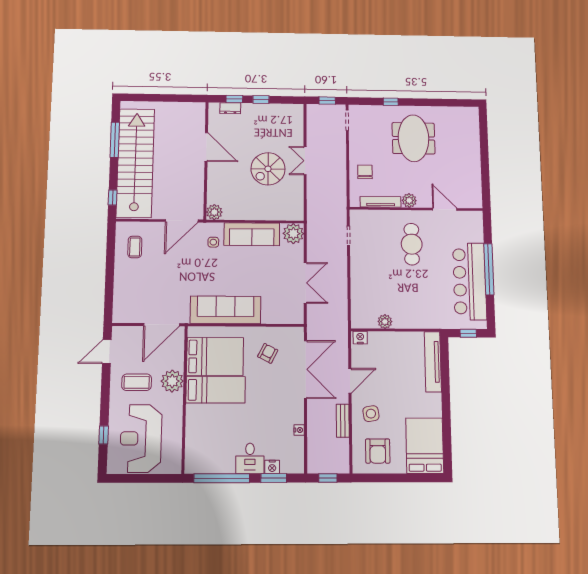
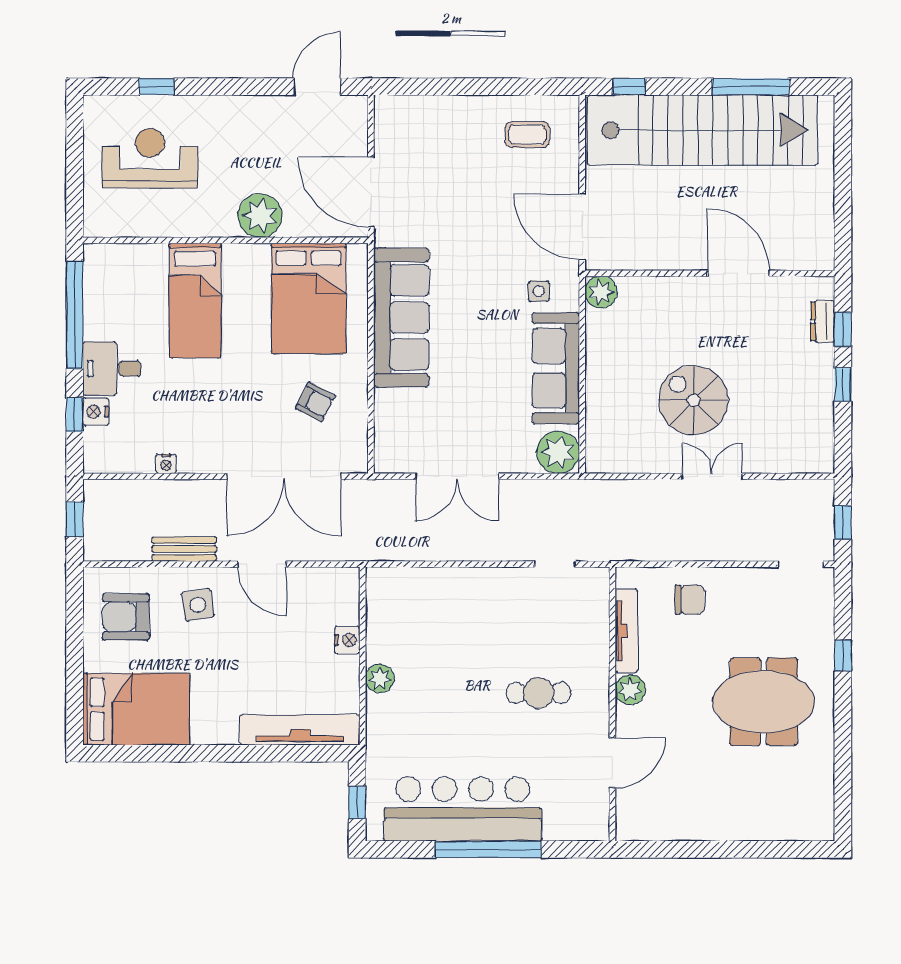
door: (206, 147) -> (738, 273), swing flipped
cafe table: (412, 244) -> (539, 693), width x0.73, depth x0.74
plant: (385, 322) -> (380, 678), moved
nightstand: (360, 338) -> (347, 640), moved
door: (107, 352) -> (317, 87), hinge flipped
coffee table: (137, 382) -> (258, 147), removed
bed: (216, 390) -> (195, 300), moved
reception desk: (141, 438) -> (150, 158), width x0.74, depth x0.77
window: (274, 478) -> (75, 415), width x0.67

